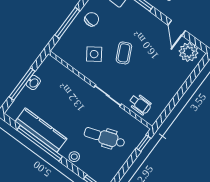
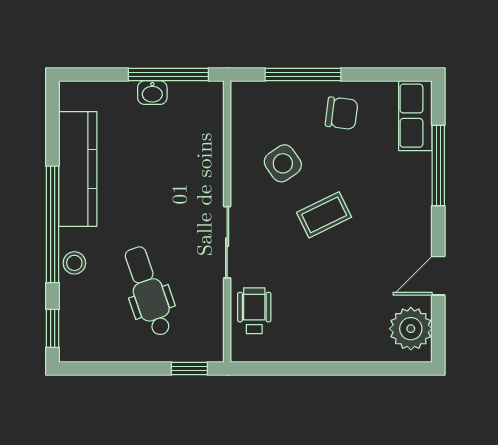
window: (22, 84) -> (168, 75), moved
wheelchair: (140, 104) -> (254, 311), turned 180
window: (40, 143) -> (53, 224), moved

